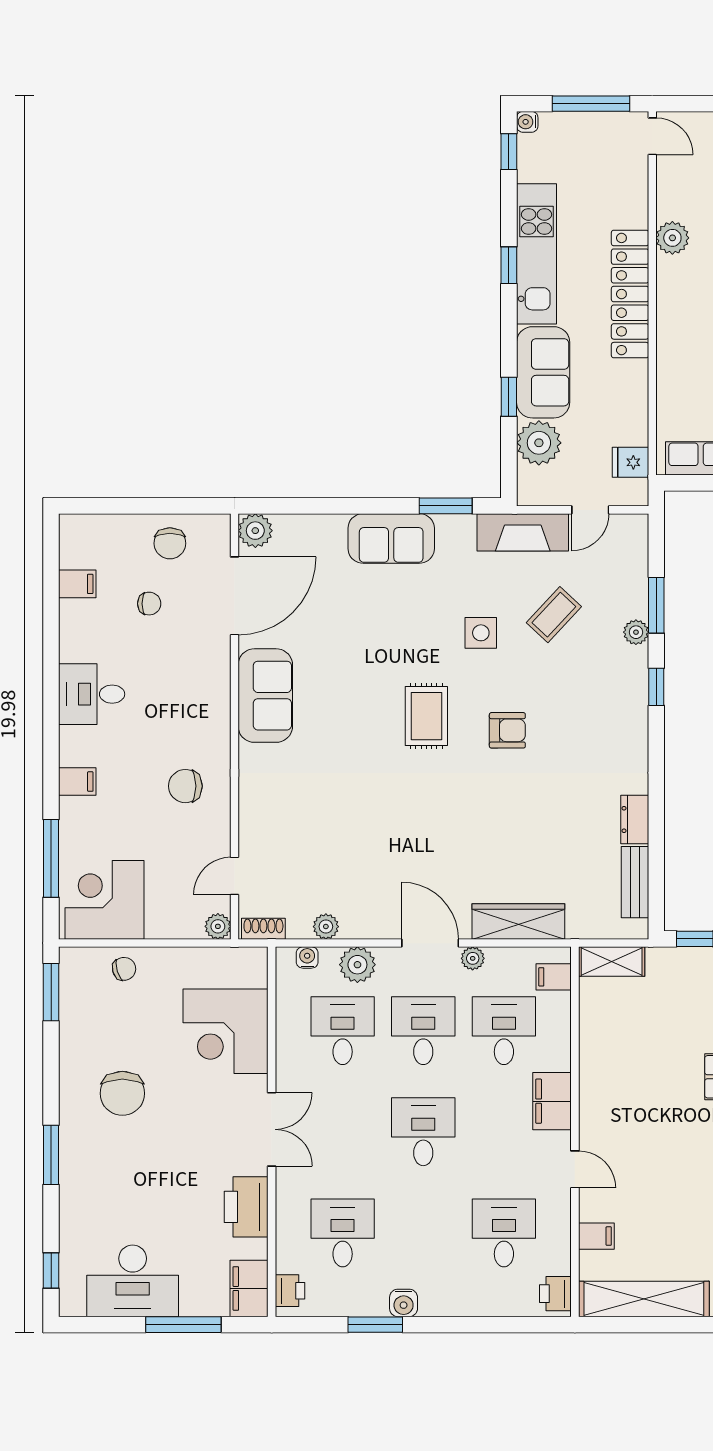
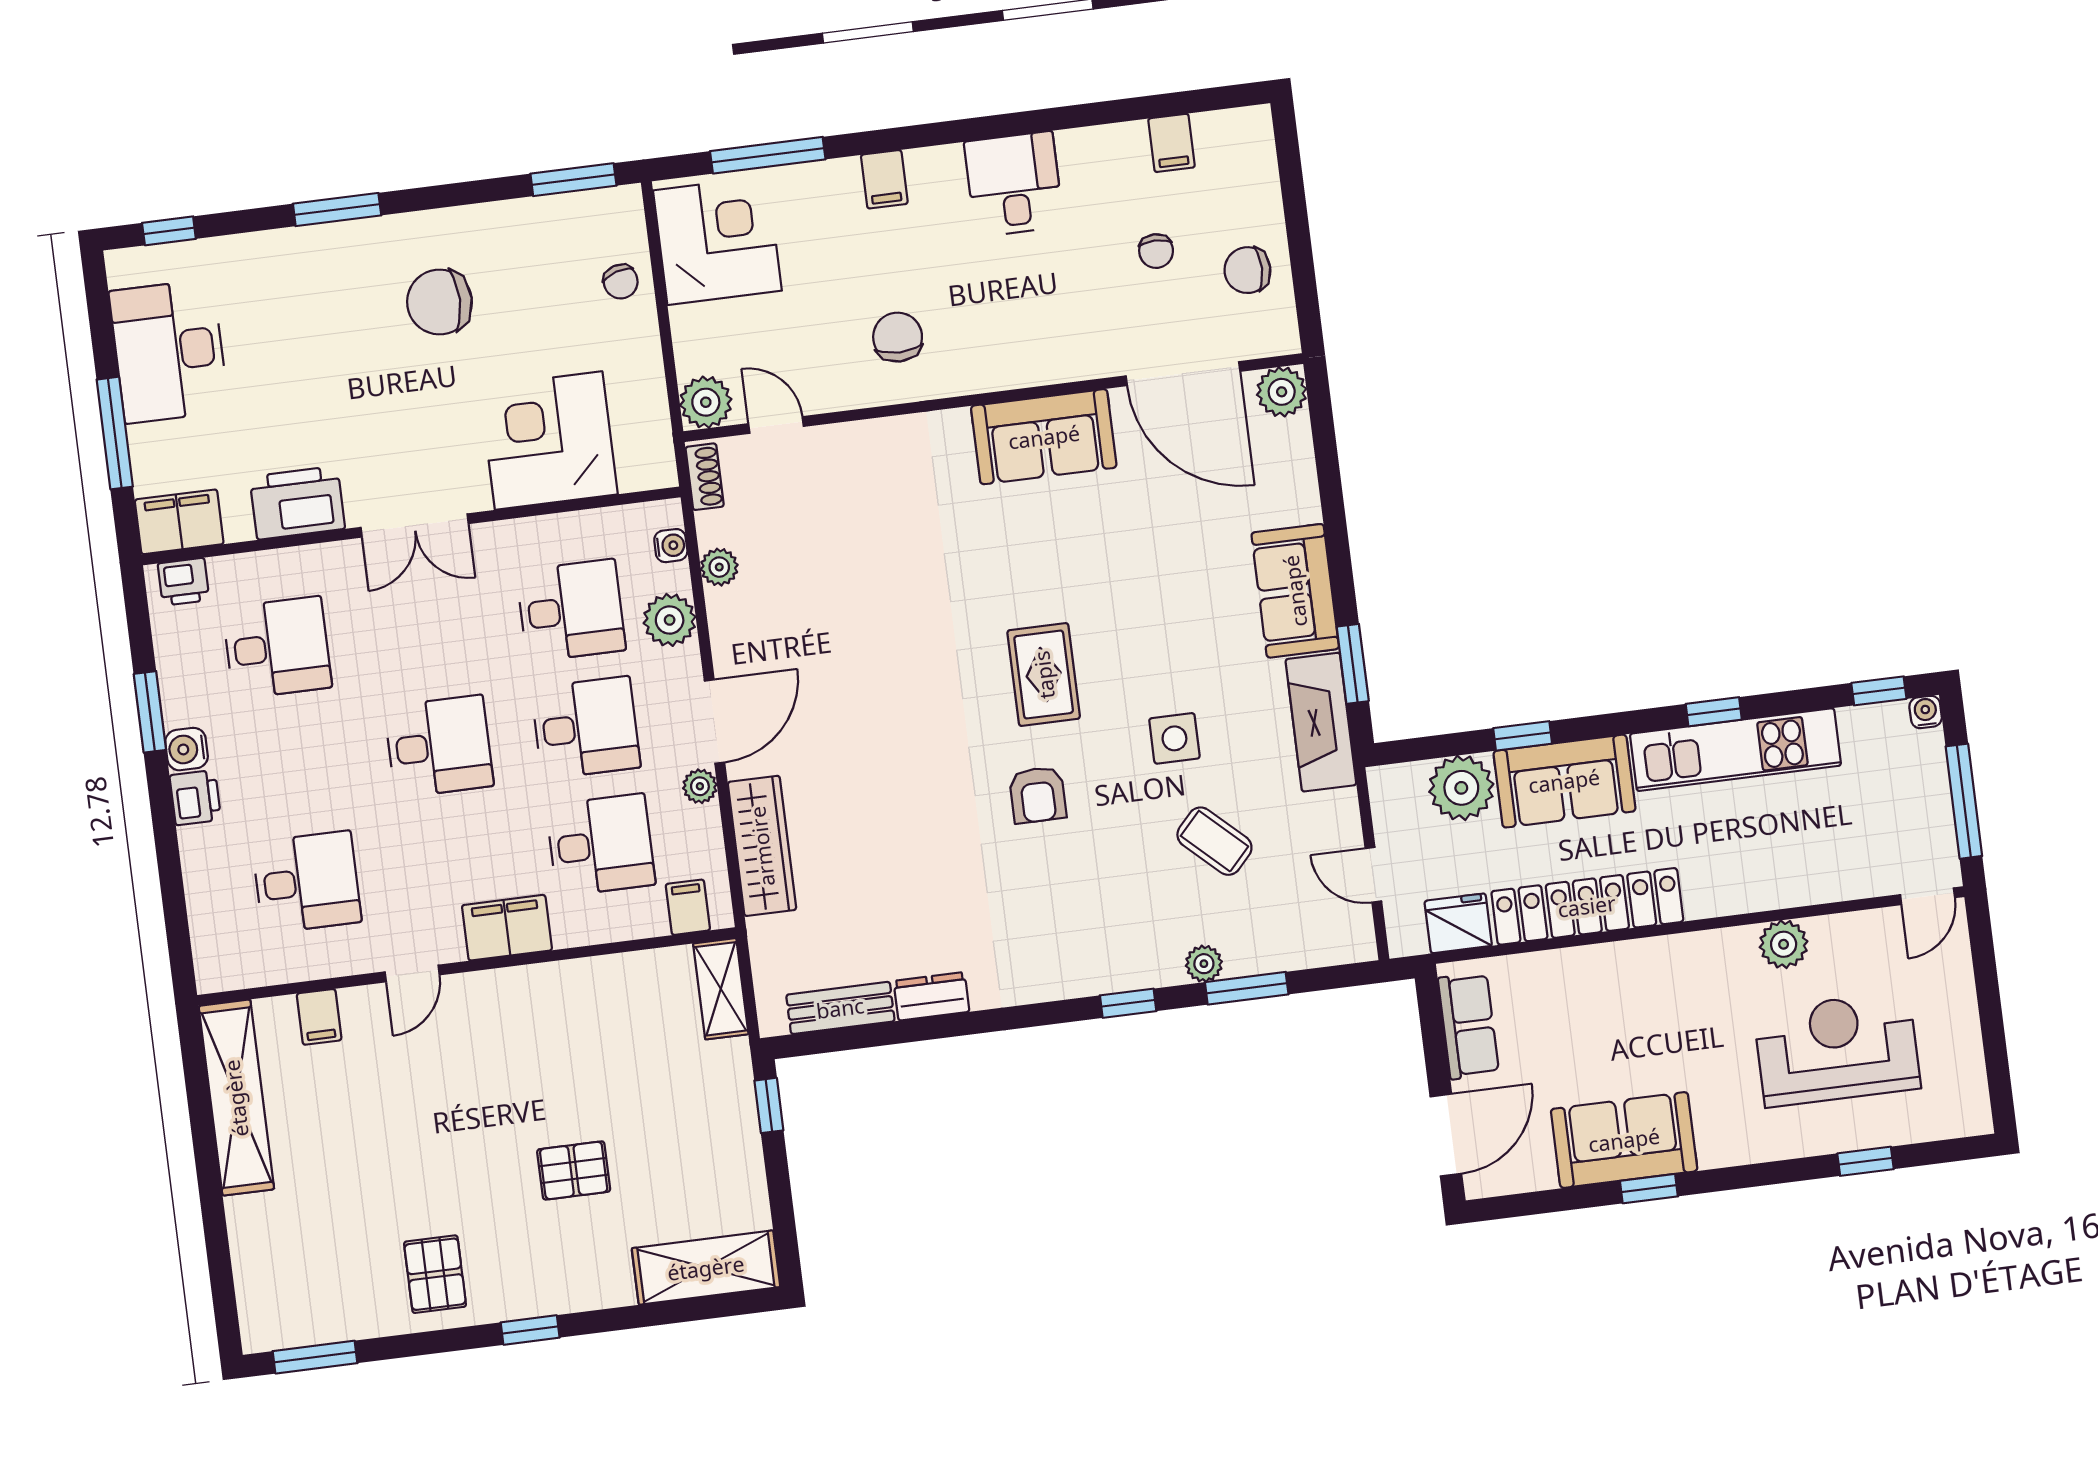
locker: (630, 294) -> (1587, 906), moved
fridge: (630, 462) -> (1458, 923), width x1.38
fireplace: (523, 532) -> (1321, 722), moved
rug: (426, 716) -> (1044, 675), turned 90
plant: (218, 926) -> (706, 402), width x1.38, depth x1.38
printer: (555, 1294) -> (195, 798), moved, turned 90

